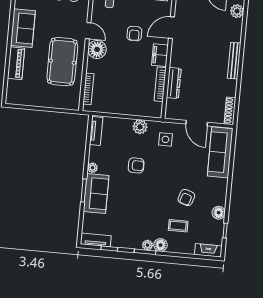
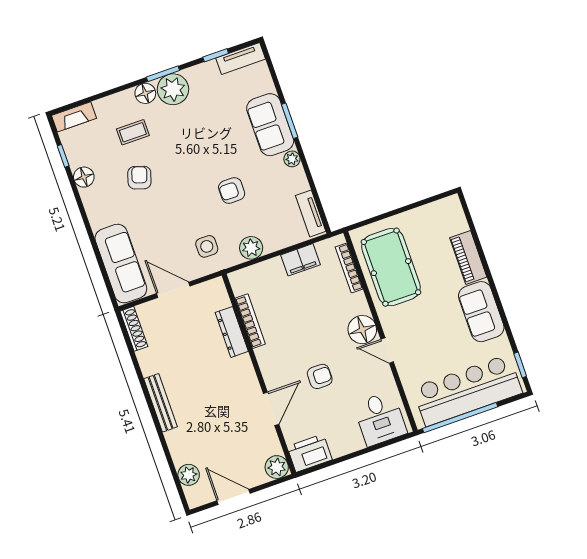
armchair: (134, 34) -> (320, 376), turned 90
filing cabinet: (160, 55) -> (301, 260), moved, turned 90
pool table: (62, 62) -> (391, 267), moved
plant: (147, 245) -> (173, 89), width x1.88, depth x1.88

